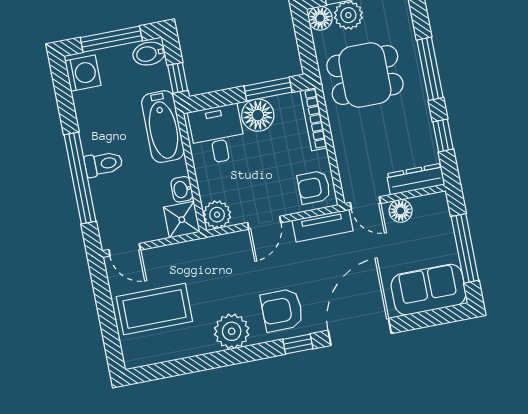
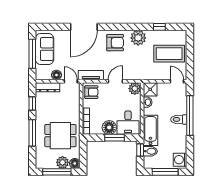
bidet: (149, 54) -> (150, 151), moved
window: (268, 89) -> (115, 138), moved
sofa: (429, 290) -> (45, 49), moved, turned -90
window: (298, 344) -> (159, 27), moved

